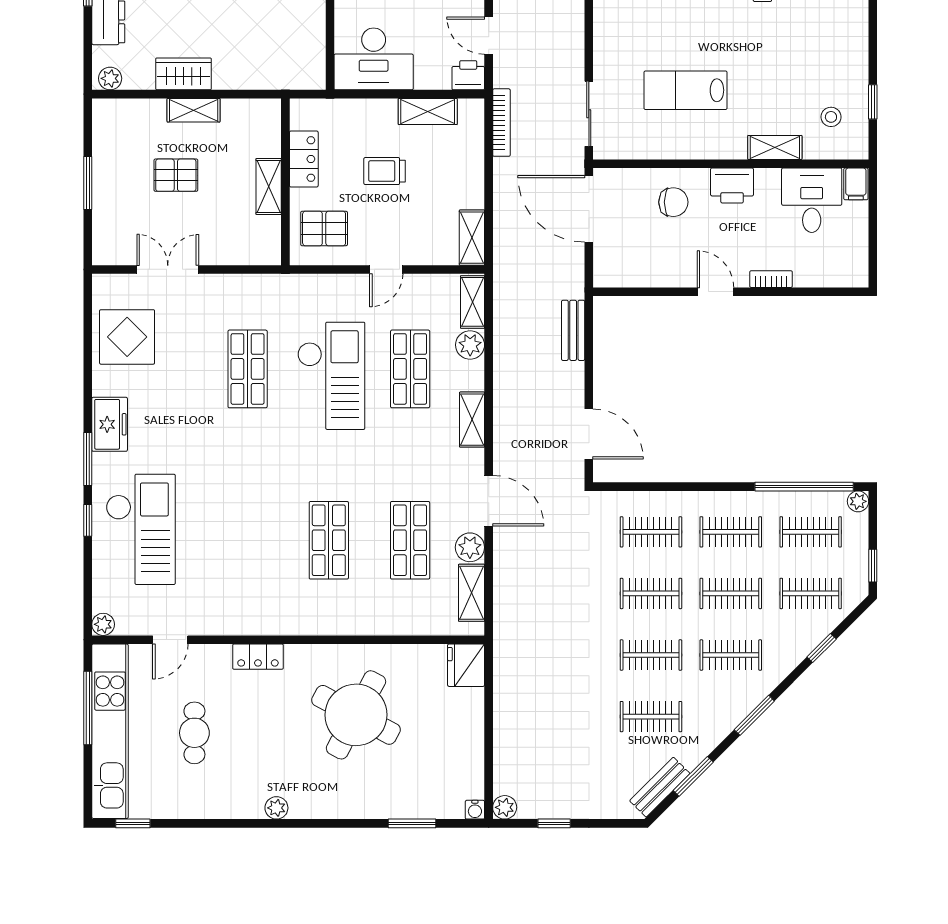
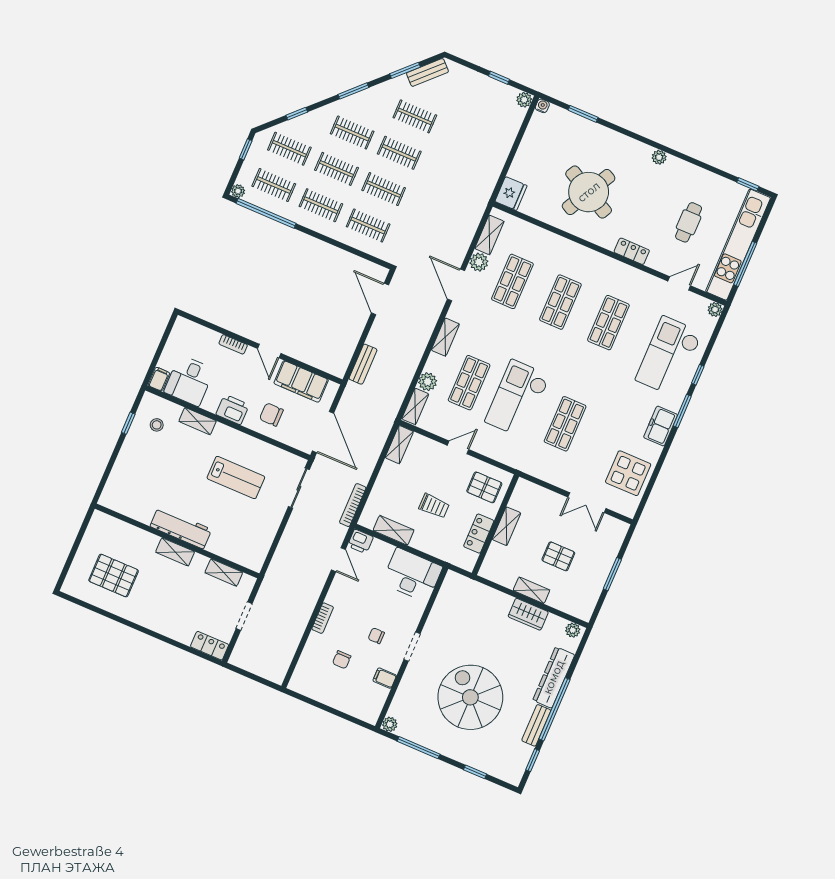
filing cabinet: (651, 268) -> (301, 381), added
shop shelf: (248, 540) -> (608, 323), added

